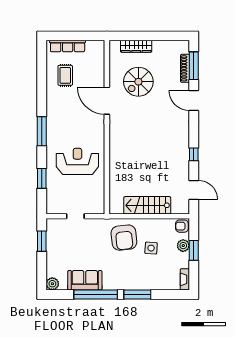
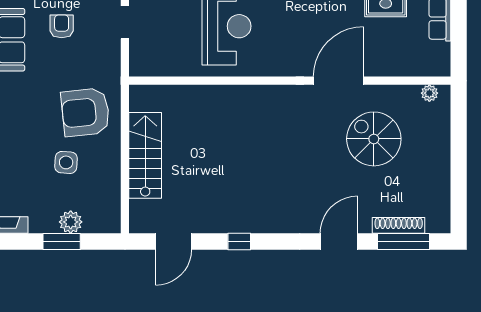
wardrobe: (136, 46) -> (439, 135), removed
plant: (114, 52) -> (429, 93), added
armchair: (182, 226) -> (62, 26), moved

